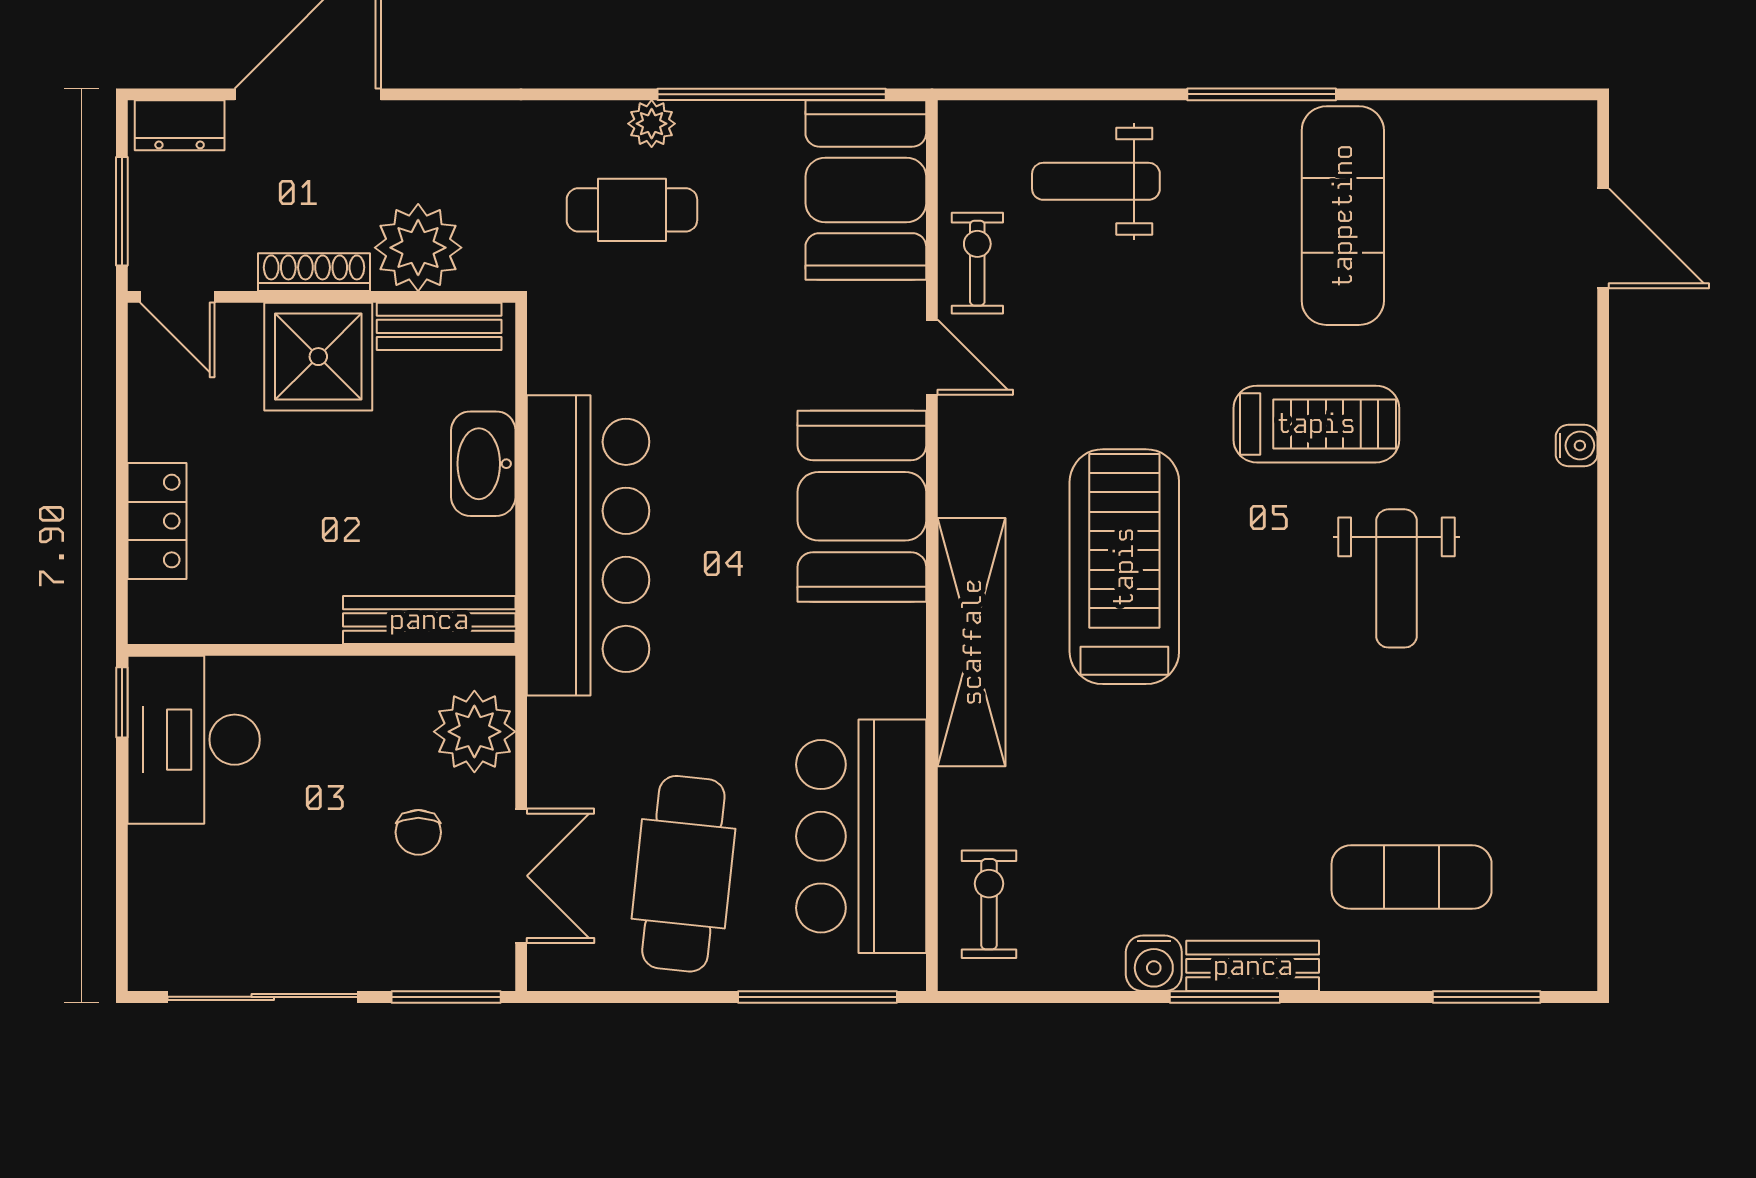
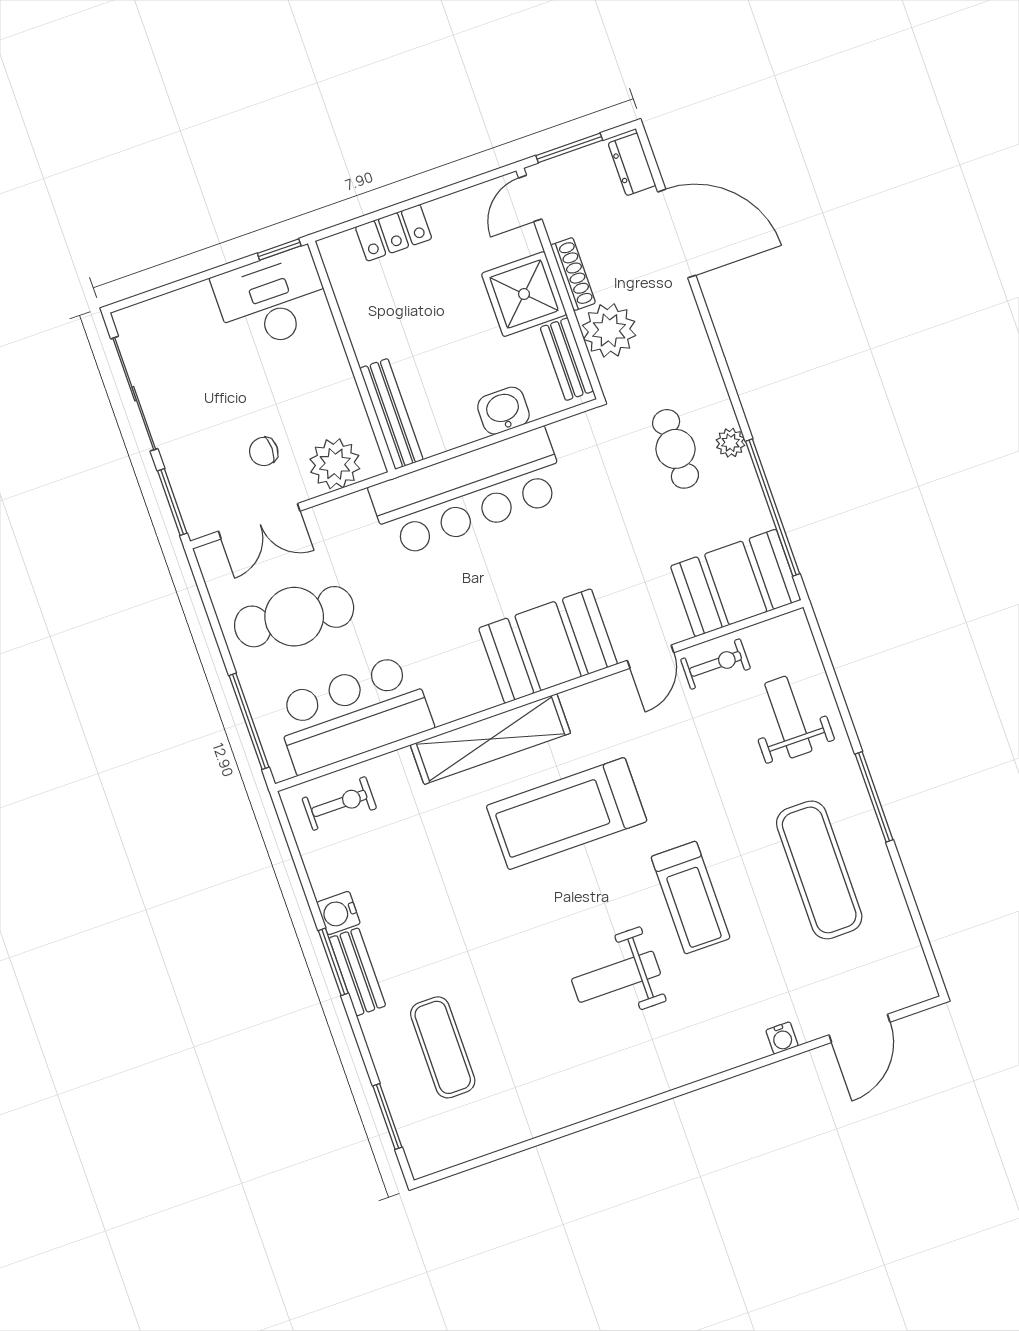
exercise mat: (1343, 216) -> (819, 870), turned 90
water cooler: (1577, 446) -> (782, 1038), moved
washbasin: (483, 464) -> (503, 411), width x0.72
treadmill: (1124, 567) -> (567, 814), turned 180

